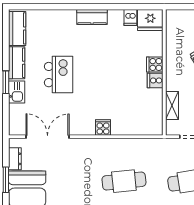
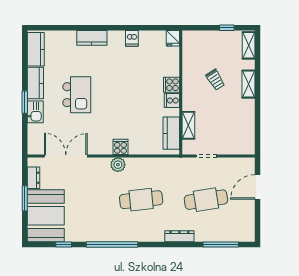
kitchen counter: (92, 17) -> (92, 38), moved
dishwasher: (130, 17) -> (132, 38), moved
fridge: (150, 20) -> (173, 38), width x0.53, depth x0.75
kitchen counter: (155, 114) -> (171, 133), added
plant: (100, 146) -> (118, 165), added

